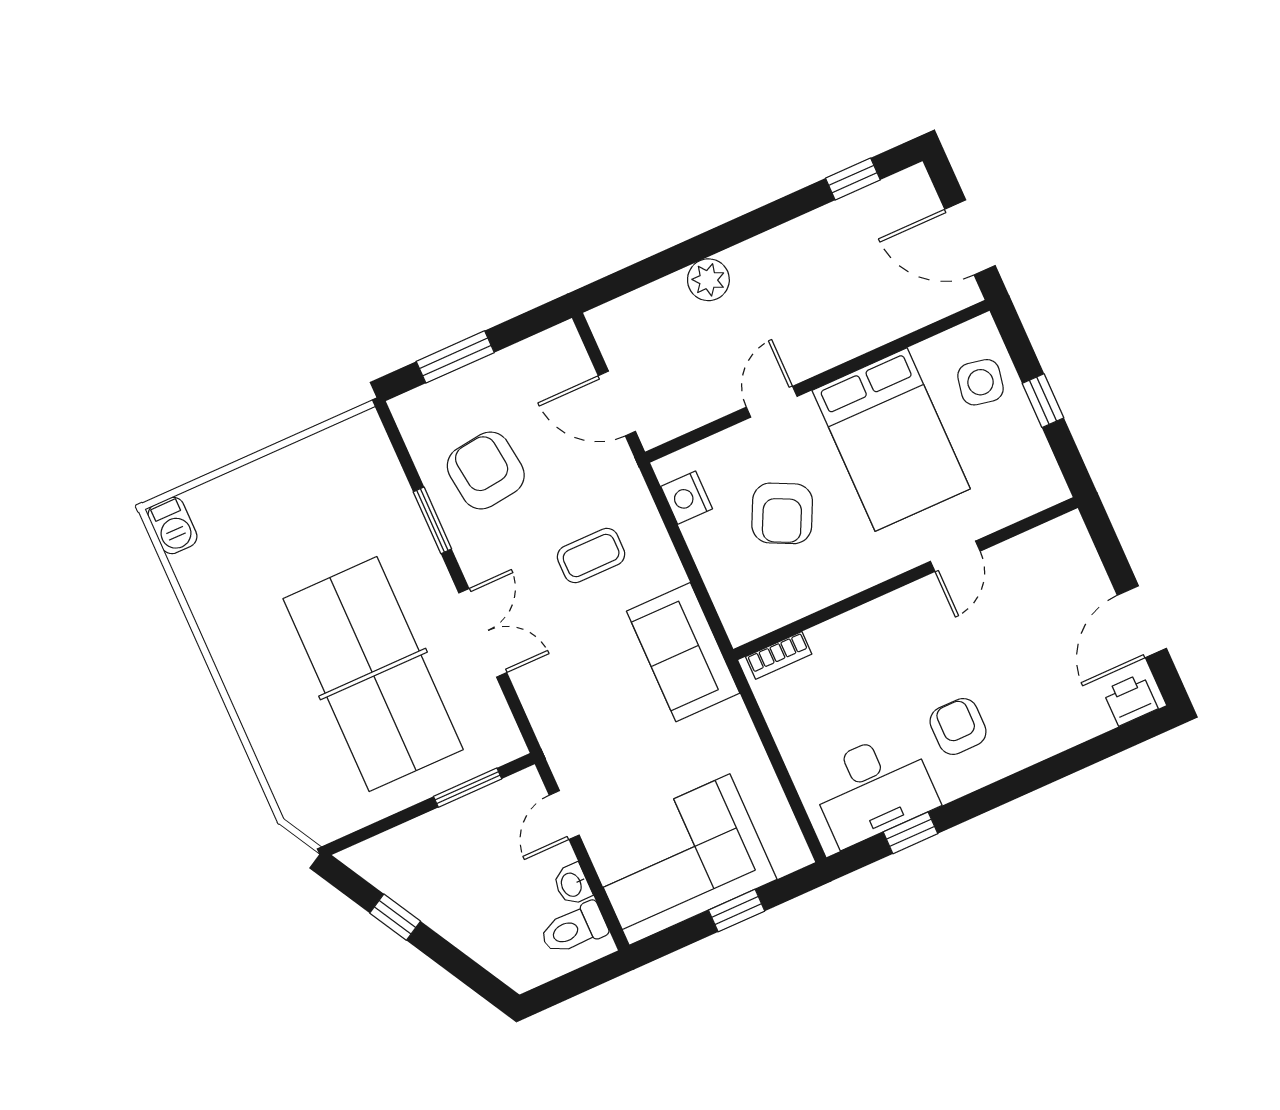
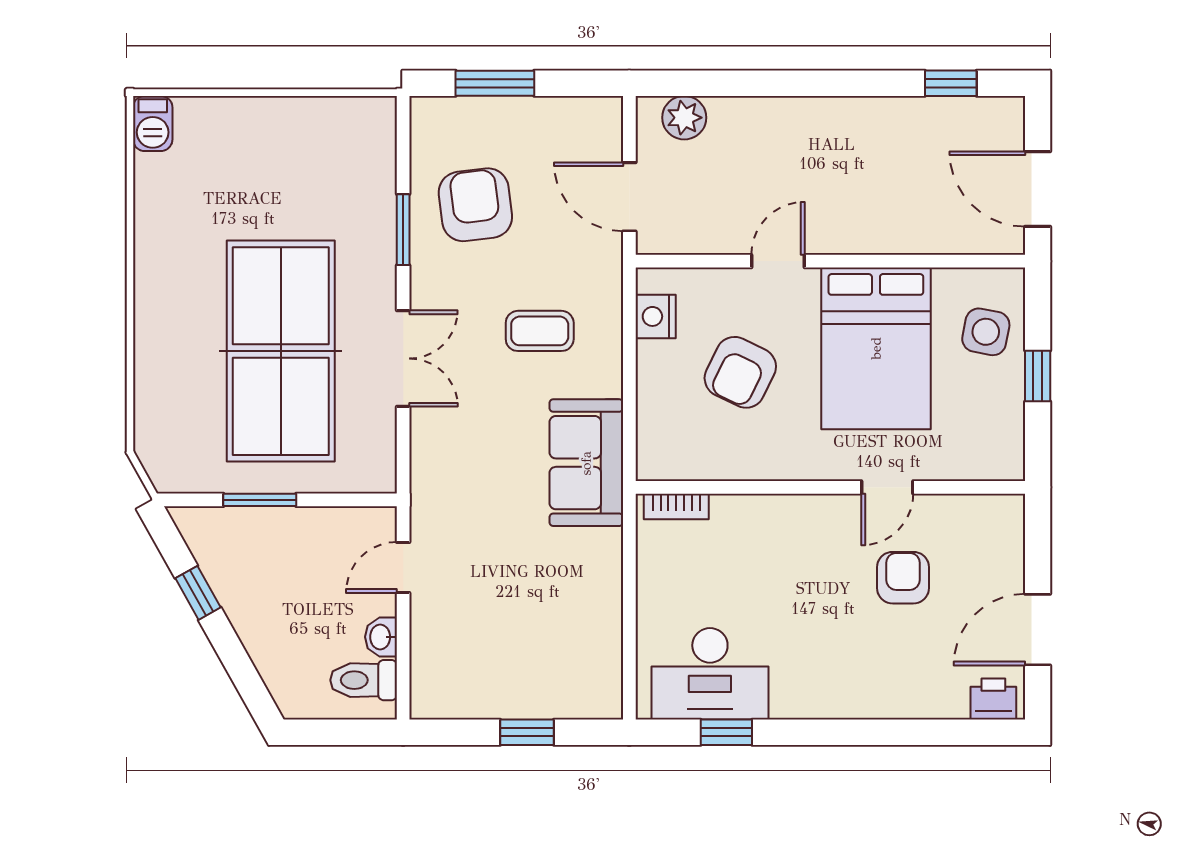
plant: (708, 280) -> (684, 118), moved
armchair: (958, 726) -> (903, 578), moved
window: (468, 788) -> (260, 500), moved
corner sofa: (680, 860) -> (494, 659), removed

